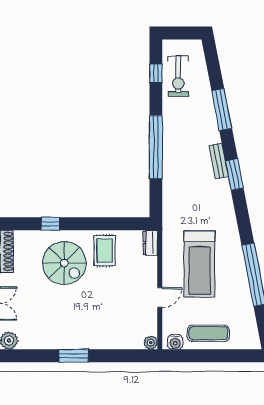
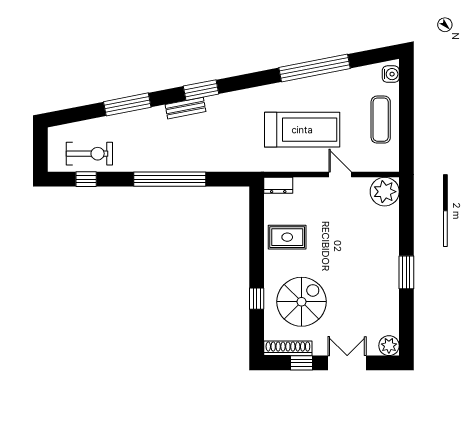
spiral stairs: (64, 263) -> (302, 302), moved
water cooler: (175, 342) -> (391, 74), moved
plant: (151, 343) -> (385, 192), width x1.87, depth x1.87

